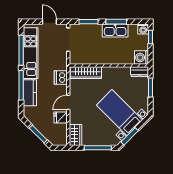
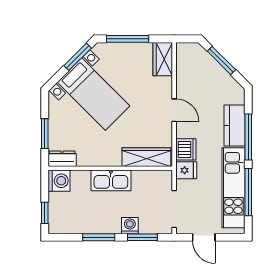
washing machine: (143, 29) -> (130, 226), moved
kitchen sink: (115, 31) -> (111, 180), moved, turned 180
door: (68, 102) -> (174, 110), hinge flipped
fridge: (61, 118) -> (186, 170), moved

